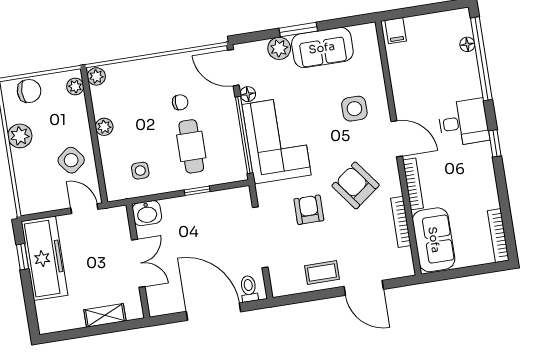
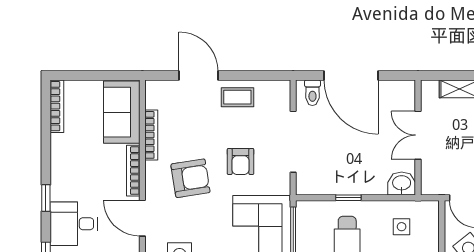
armchair: (356, 185) -> (190, 178), turned -62

